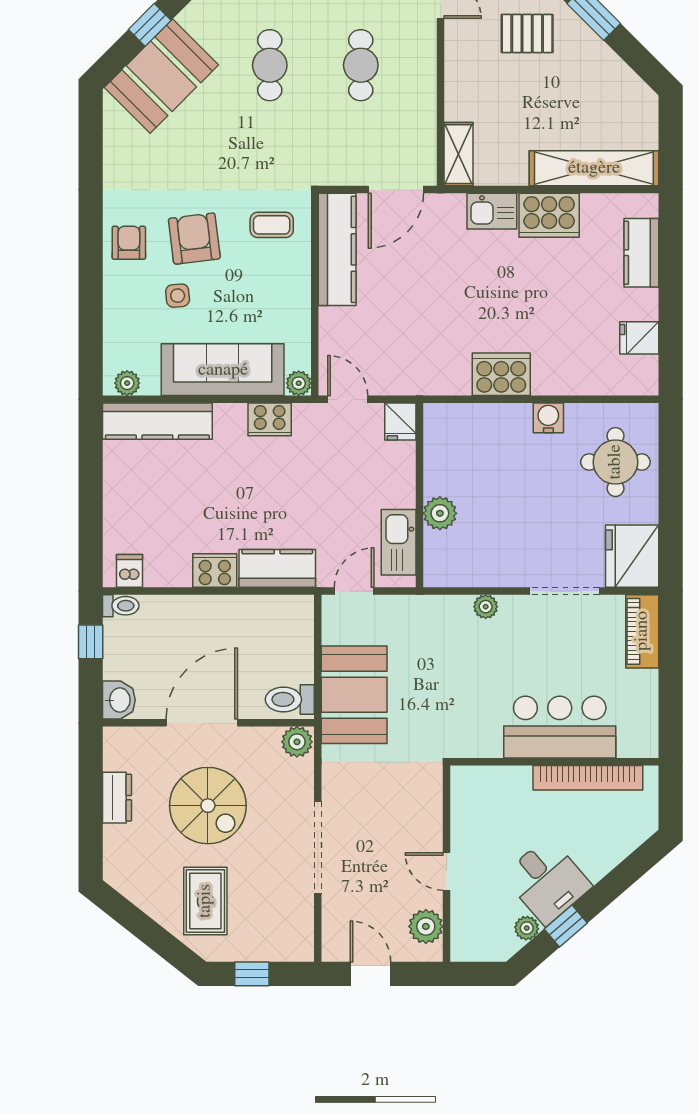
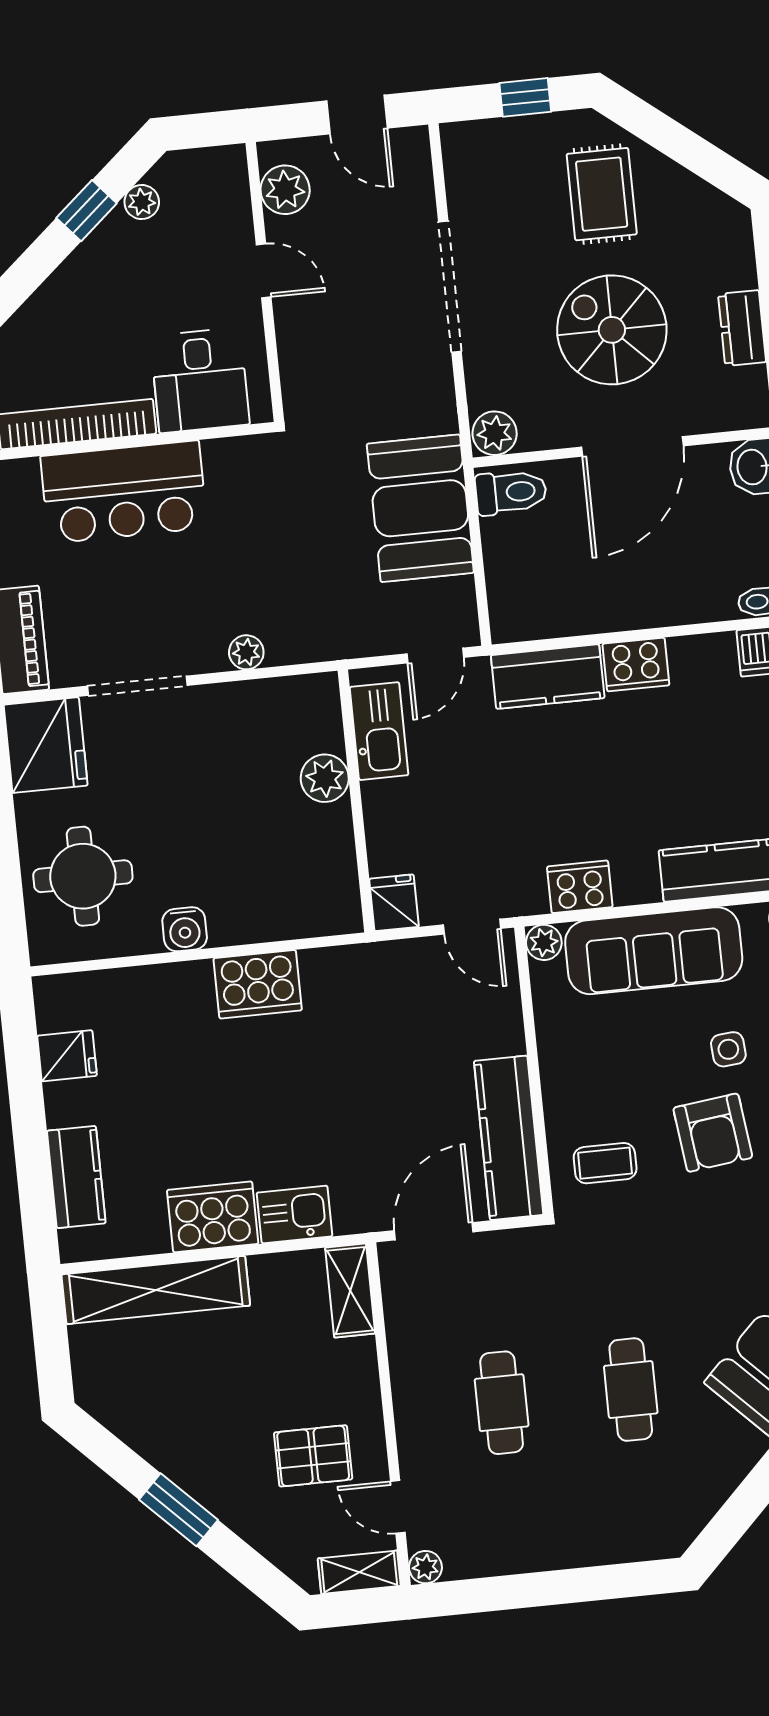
pallet: (527, 34) -> (313, 1456), moved
desk: (547, 881) -> (200, 380), moved, turned -139

